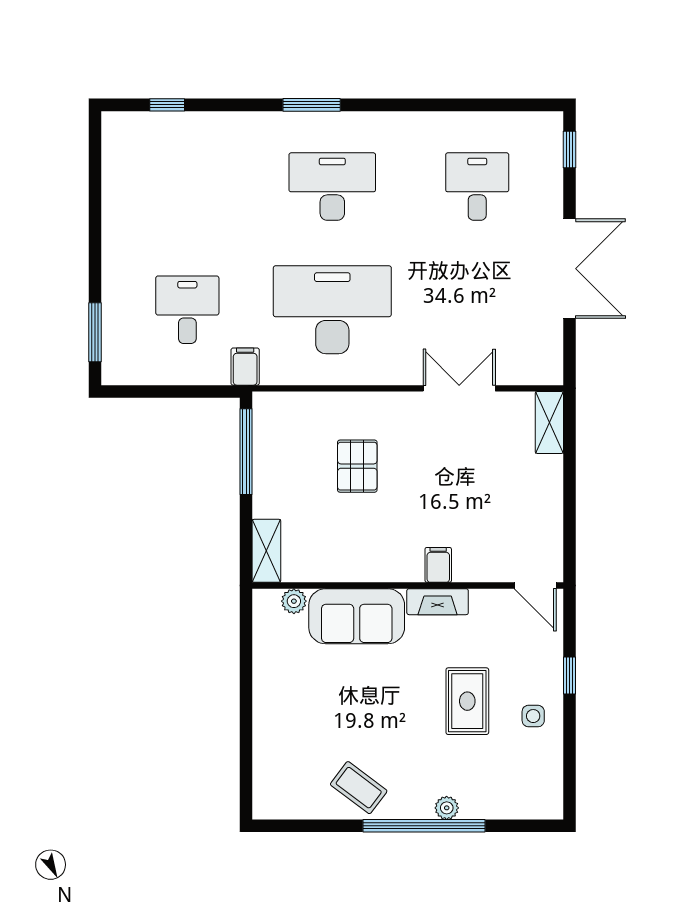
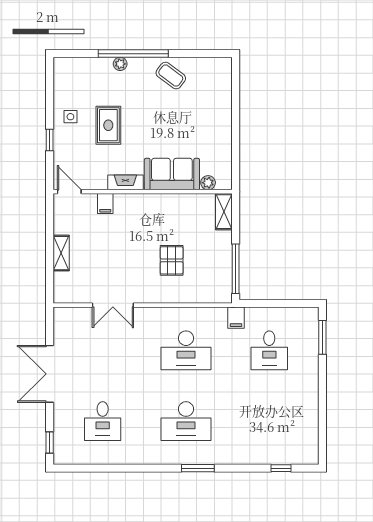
desk: (332, 310) -> (186, 350), width x0.73, depth x0.77
shelving: (549, 422) -> (61, 253), moved
filing cabinet: (438, 565) -> (105, 204), moved

